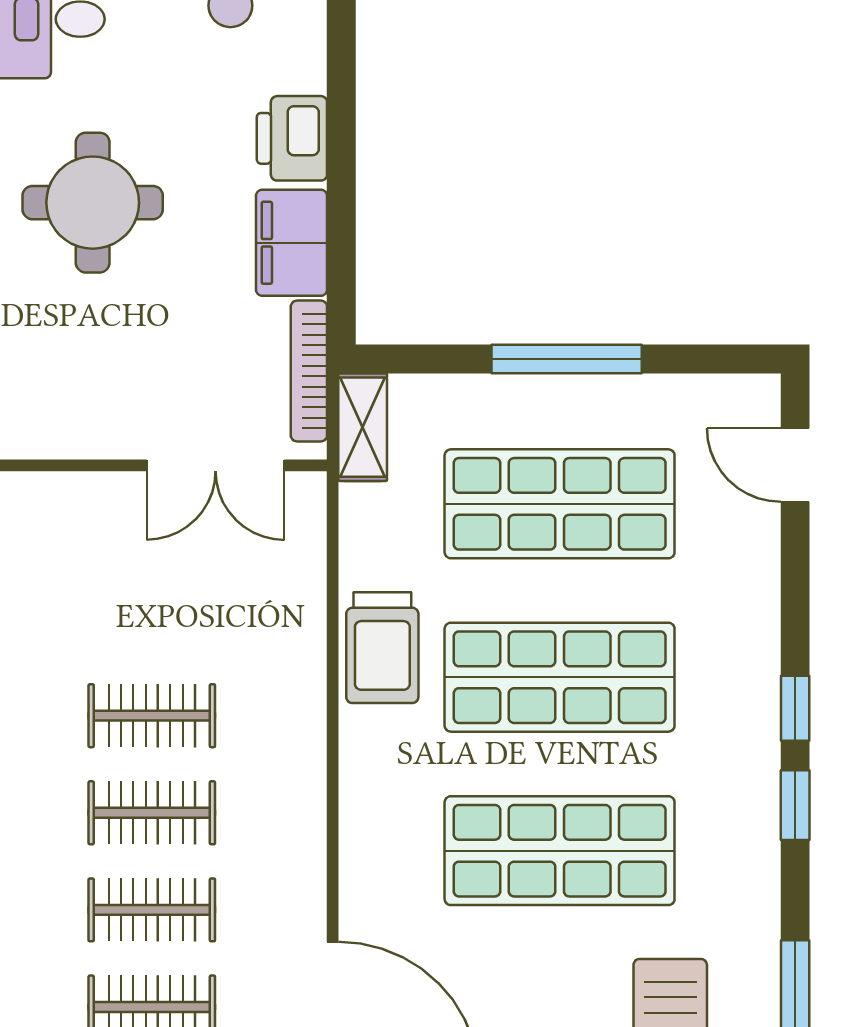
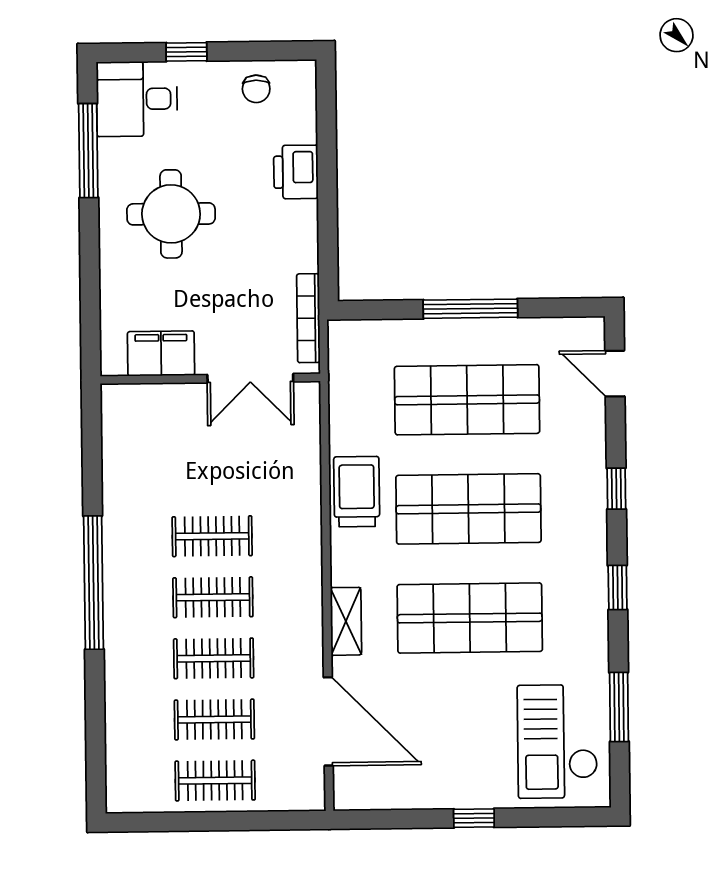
filing cabinet: (292, 243) -> (161, 353), moved, turned 90
shelving: (363, 427) -> (346, 621), moved
trolley: (382, 648) -> (357, 492), turned 180
window: (795, 708) -> (616, 489), moved

